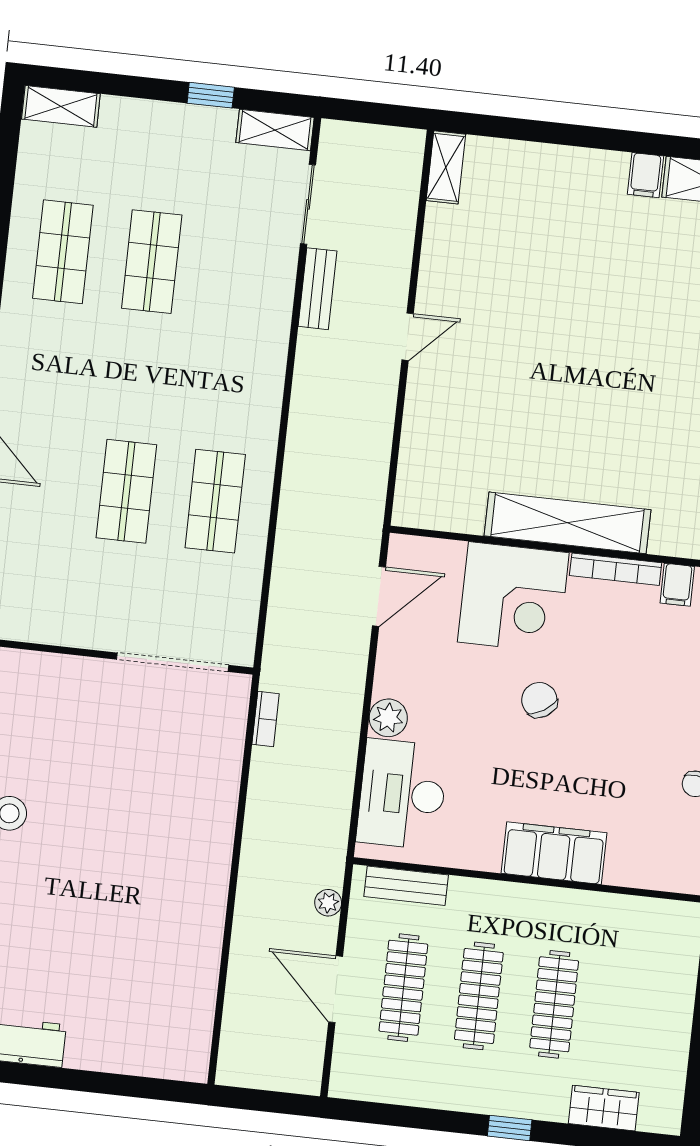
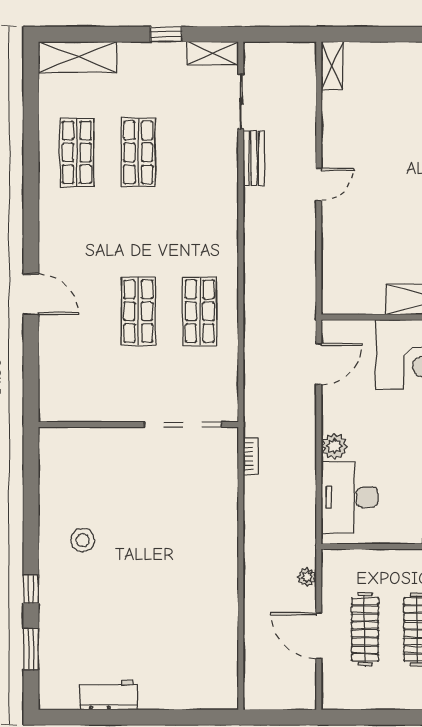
shelving: (61, 106) -> (78, 57), width x1.50, depth x1.33
bench: (406, 886) -> (359, 560), removed

